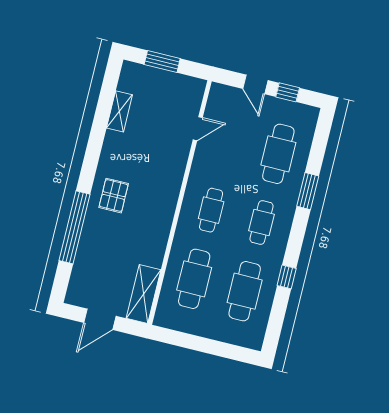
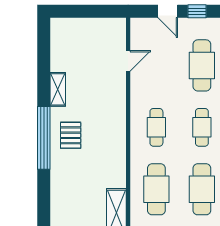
window: (162, 62) -> (84, 11), removed
shelving: (119, 111) -> (58, 89), moved
window: (74, 227) -> (44, 138), moved

